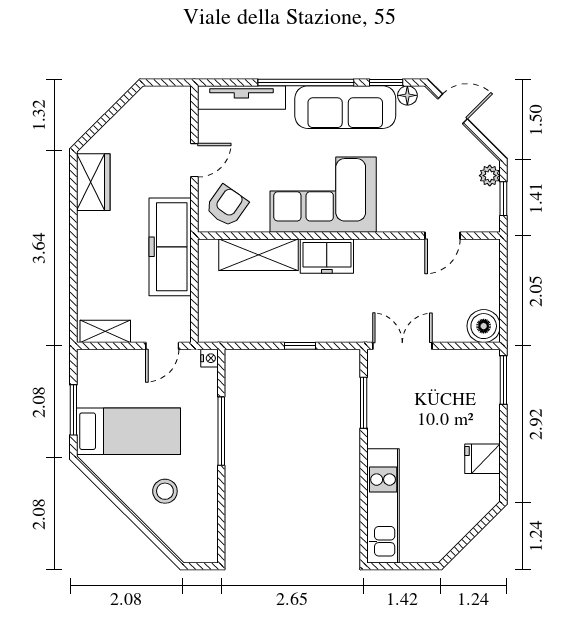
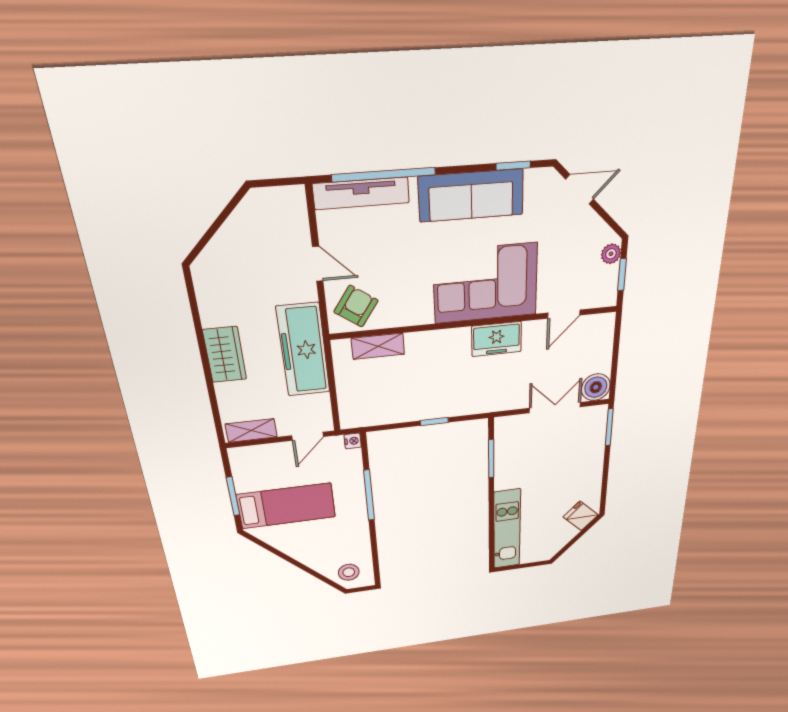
window: (306, 82) -> (384, 175), moved
floor lamp: (407, 95) -> (535, 178), removed
door: (194, 160) -> (318, 264), hinge flipped
wardrobe: (93, 182) -> (225, 355), moved
corner sofa: (323, 195) -> (486, 283), moved
shelving: (259, 255) -> (378, 346), width x0.67, depth x0.75
freezer: (327, 256) -> (497, 339), moved
double door: (402, 346) -> (555, 408), moved
fridge: (483, 459) -> (581, 516), moved, turned 45
stool: (165, 491) -> (349, 572), moved

